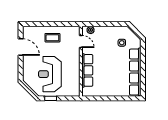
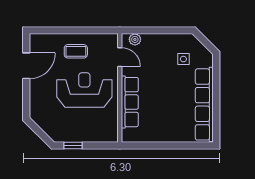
door: (21, 47) -> (26, 66), hinge flipped
reception desk: (50, 74) -> (84, 90), moved, turned 90

